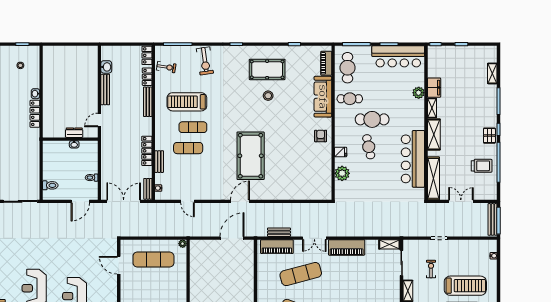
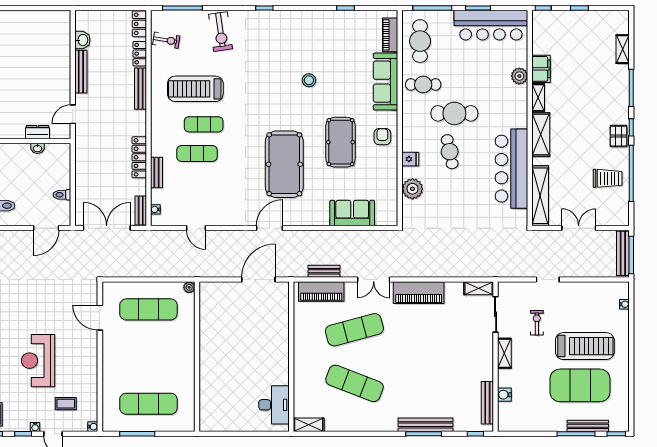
pool table: (267, 69) -> (341, 142), moved, turned 90
sofa: (299, 191) -> (352, 213), added

